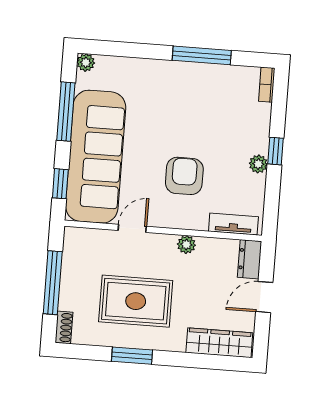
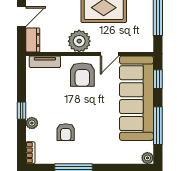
armchair: (210, 112) -> (66, 132), added
plant: (258, 164) -> (32, 123), moved
armchair: (184, 176) -> (82, 75), moved
plant: (186, 245) -> (79, 41), width x1.87, depth x1.87

